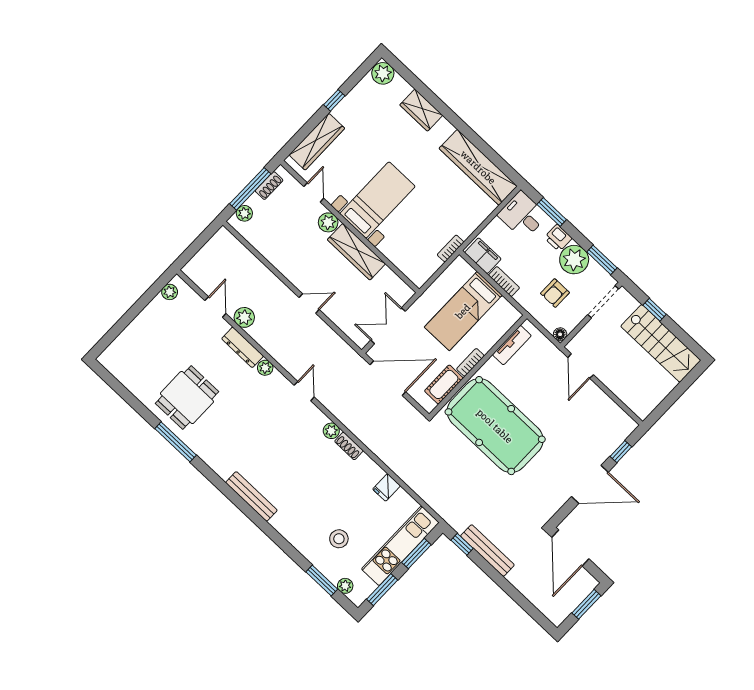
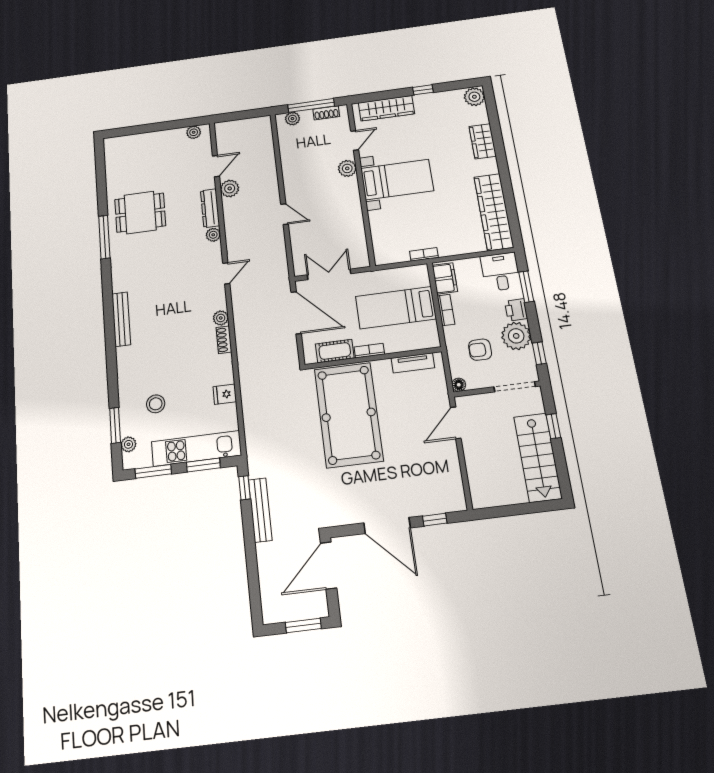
wardrobe: (356, 252) -> (351, 204), removed
window: (602, 260) -> (539, 353), width x0.67

